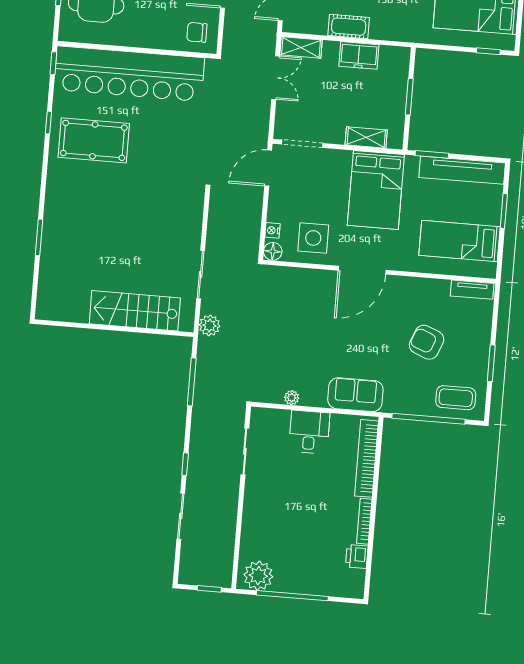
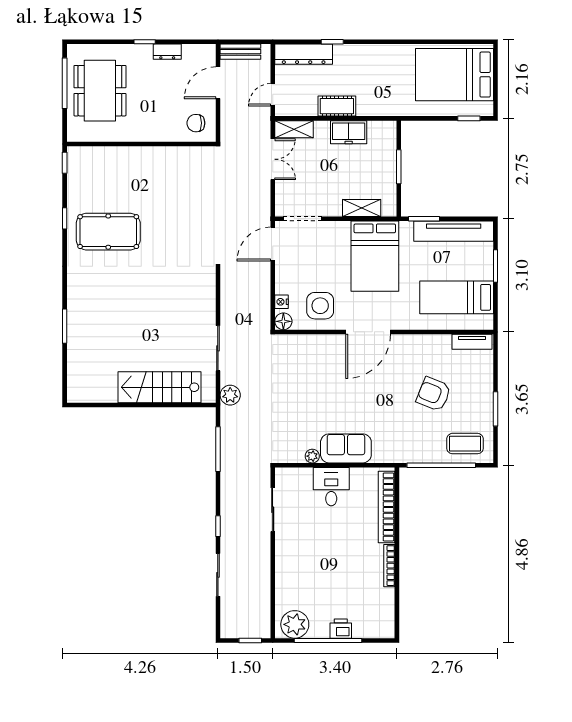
bar counter: (129, 74) -> (136, 167), removed
sofa: (355, 395) -> (346, 448), moved
printer: (357, 556) -> (341, 629), moved, turned 90

